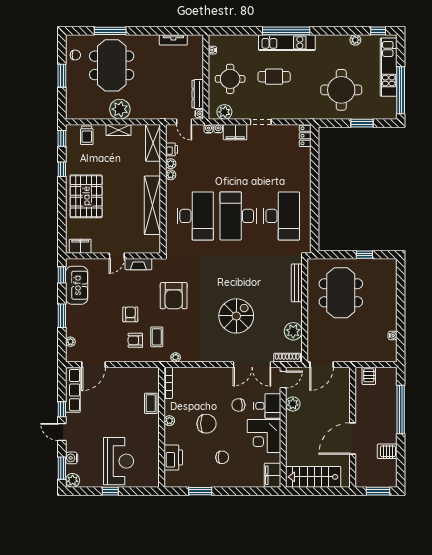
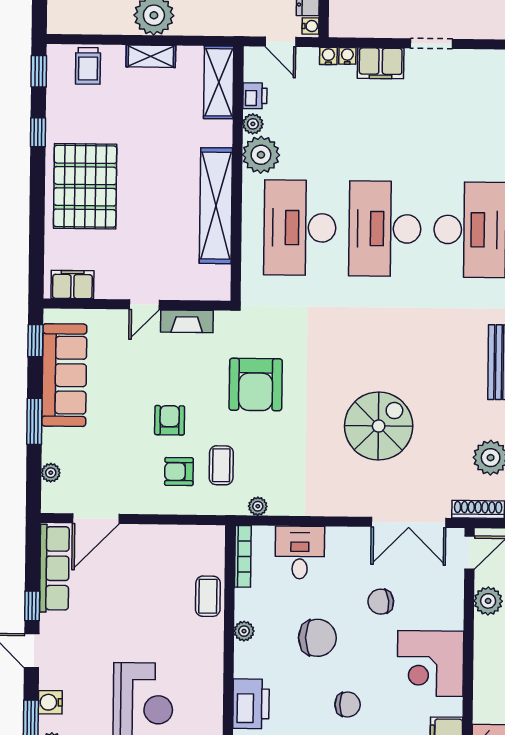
plant: (224, 112) -> (360, 23), removed
plant: (171, 175) -> (261, 155), width x1.88, depth x1.88
desk: (195, 216) -> (300, 228), turned 180
sofa: (77, 285) -> (64, 375), width x1.36
desk: (267, 406) -> (300, 552), moved, turned -90

